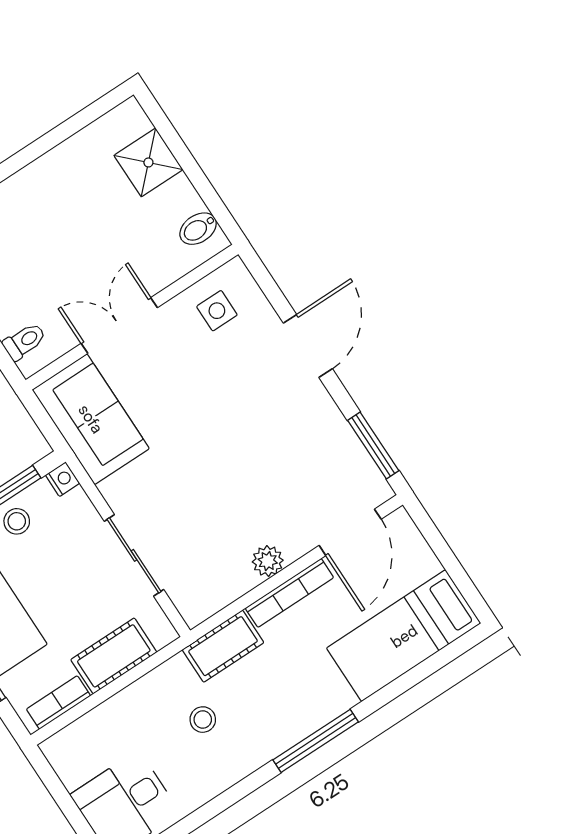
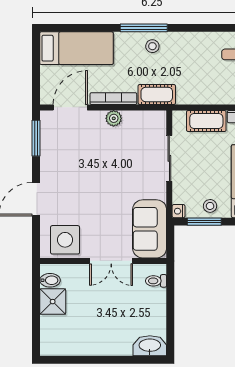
shower: (148, 162) -> (53, 302), moved
side table: (217, 311) -> (65, 240), width x1.87, depth x1.87
stool: (203, 720) -> (152, 46), moved

